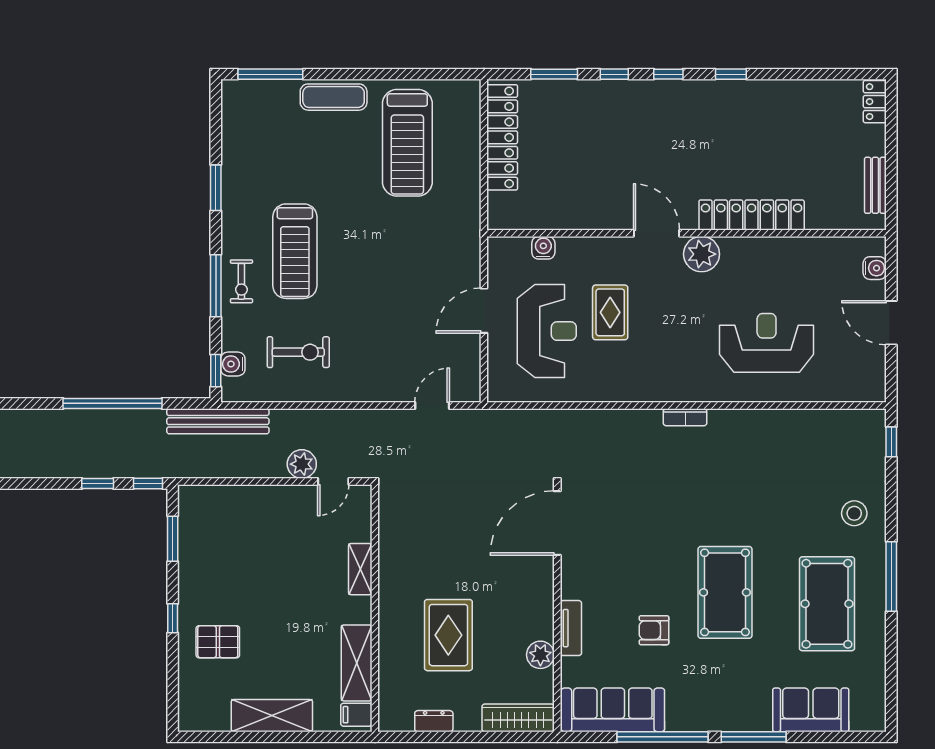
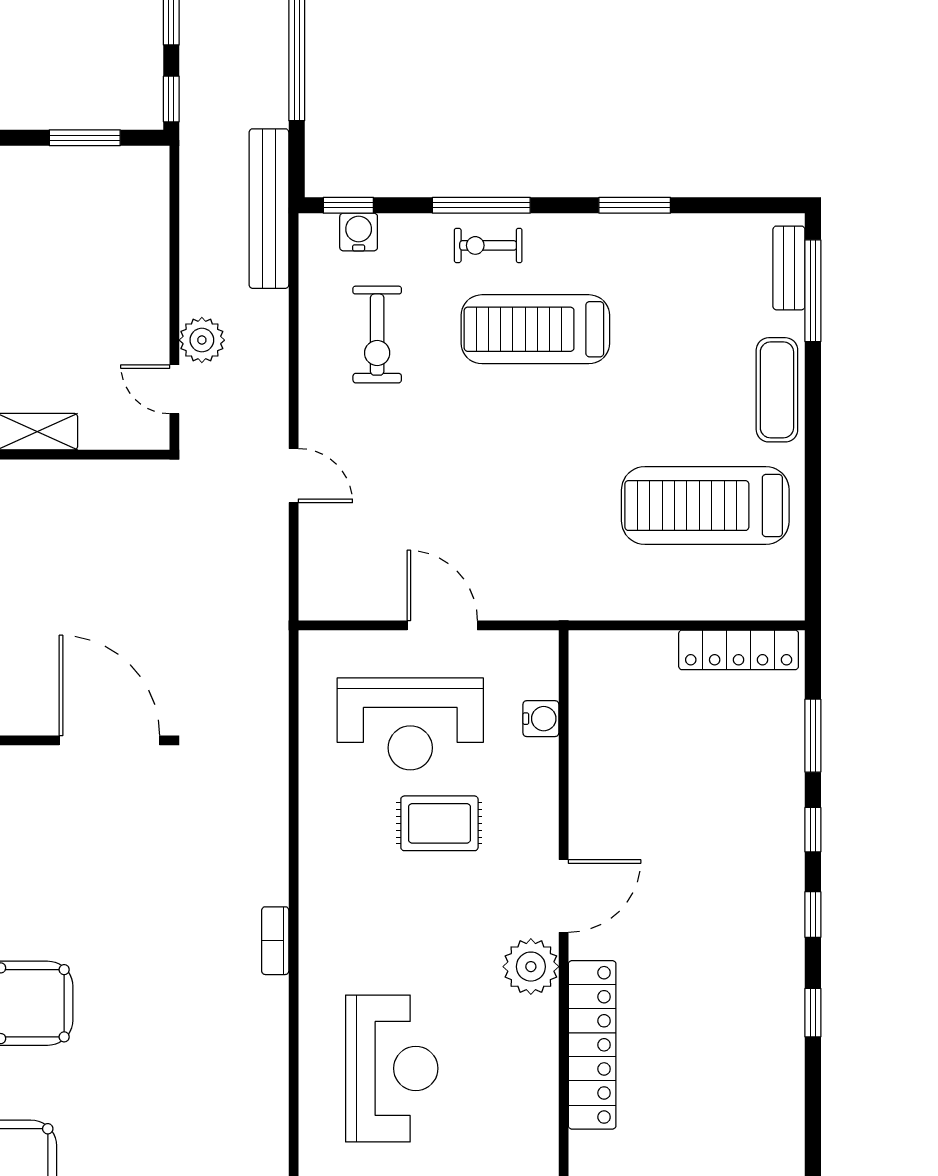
bench: (256, 89) -> (789, 268), added
locker: (502, 137) -> (739, 650), width x0.71, depth x0.83
door: (432, 405) -> (294, 476), moved

